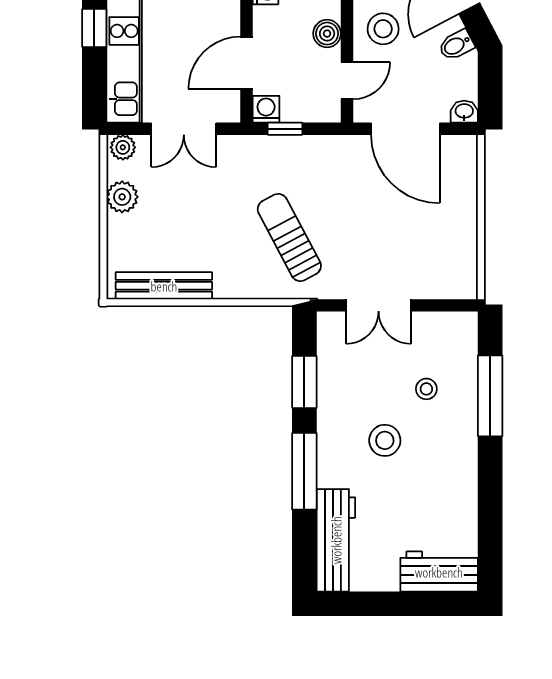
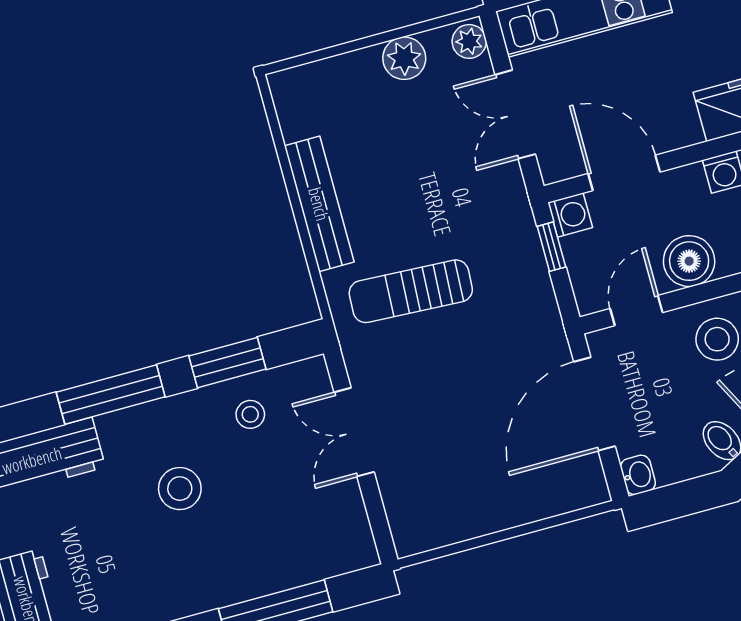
boiler: (327, 34) -> (689, 261), width x1.36, depth x1.36
door: (347, 81) -> (636, 311), swing flipped
sun lounger: (289, 238) -> (411, 291), turned -149
bench: (164, 286) -> (319, 204), moved
stool: (426, 389) -> (250, 414), moved

